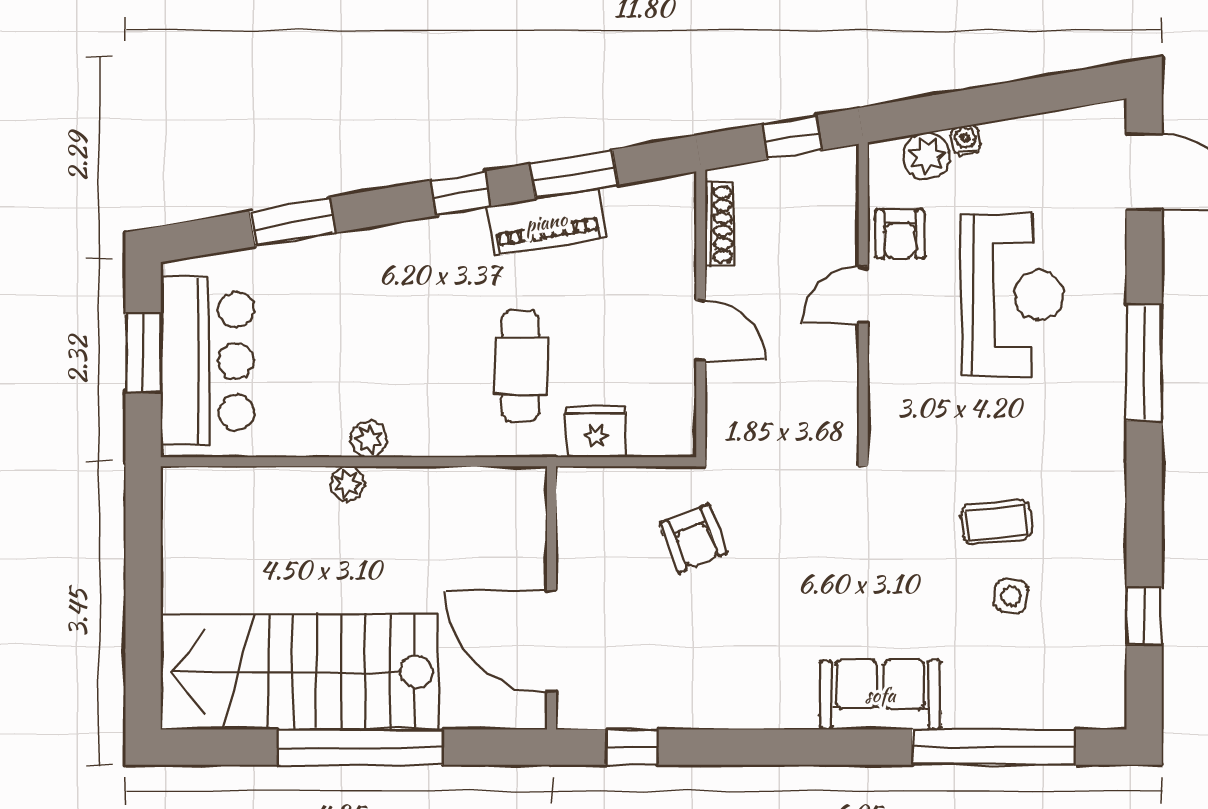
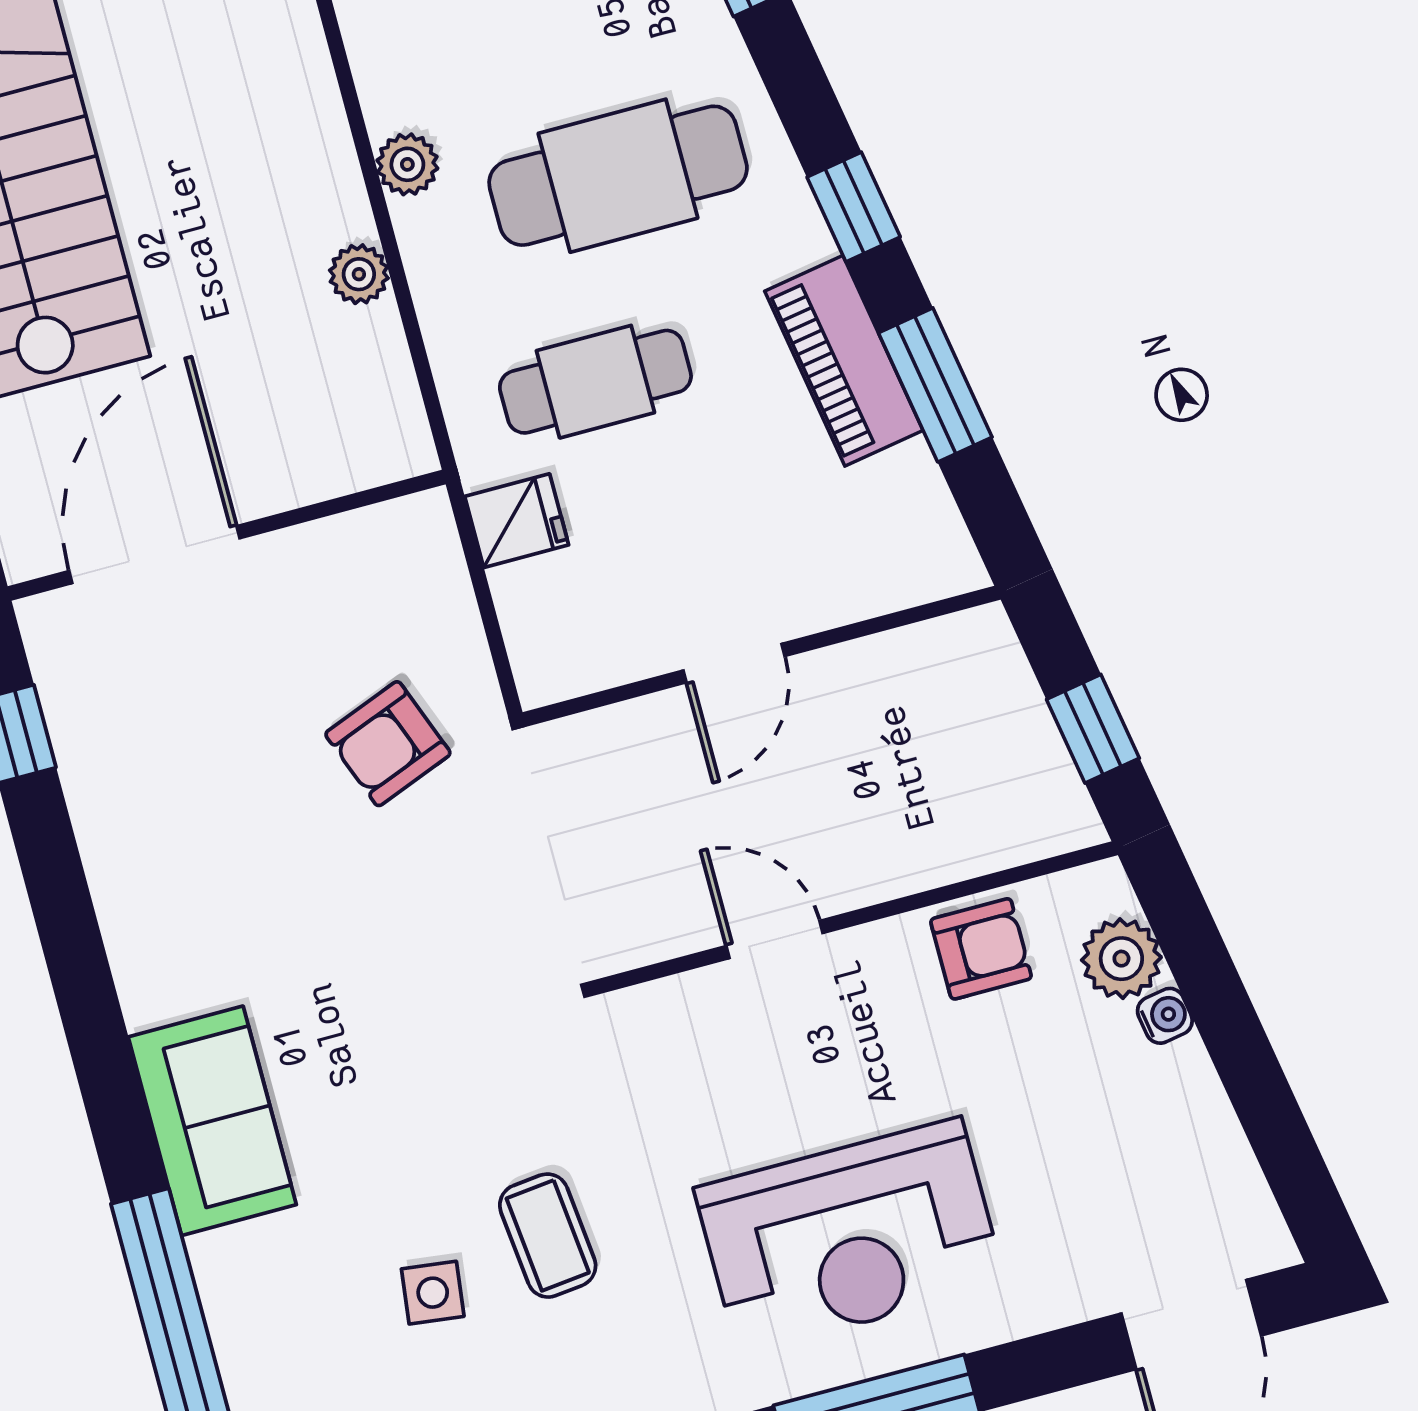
shoe rack: (719, 224) -> (917, 647), removed
armchair: (900, 234) -> (981, 949), turned 180
door: (863, 295) -> (774, 940), moved
reception desk: (1012, 295) -> (850, 1236), moved
cafe table: (407, 322) -> (618, 176), added
fridge: (595, 432) -> (517, 521), width x0.72
plant: (347, 483) -> (359, 274), moved

